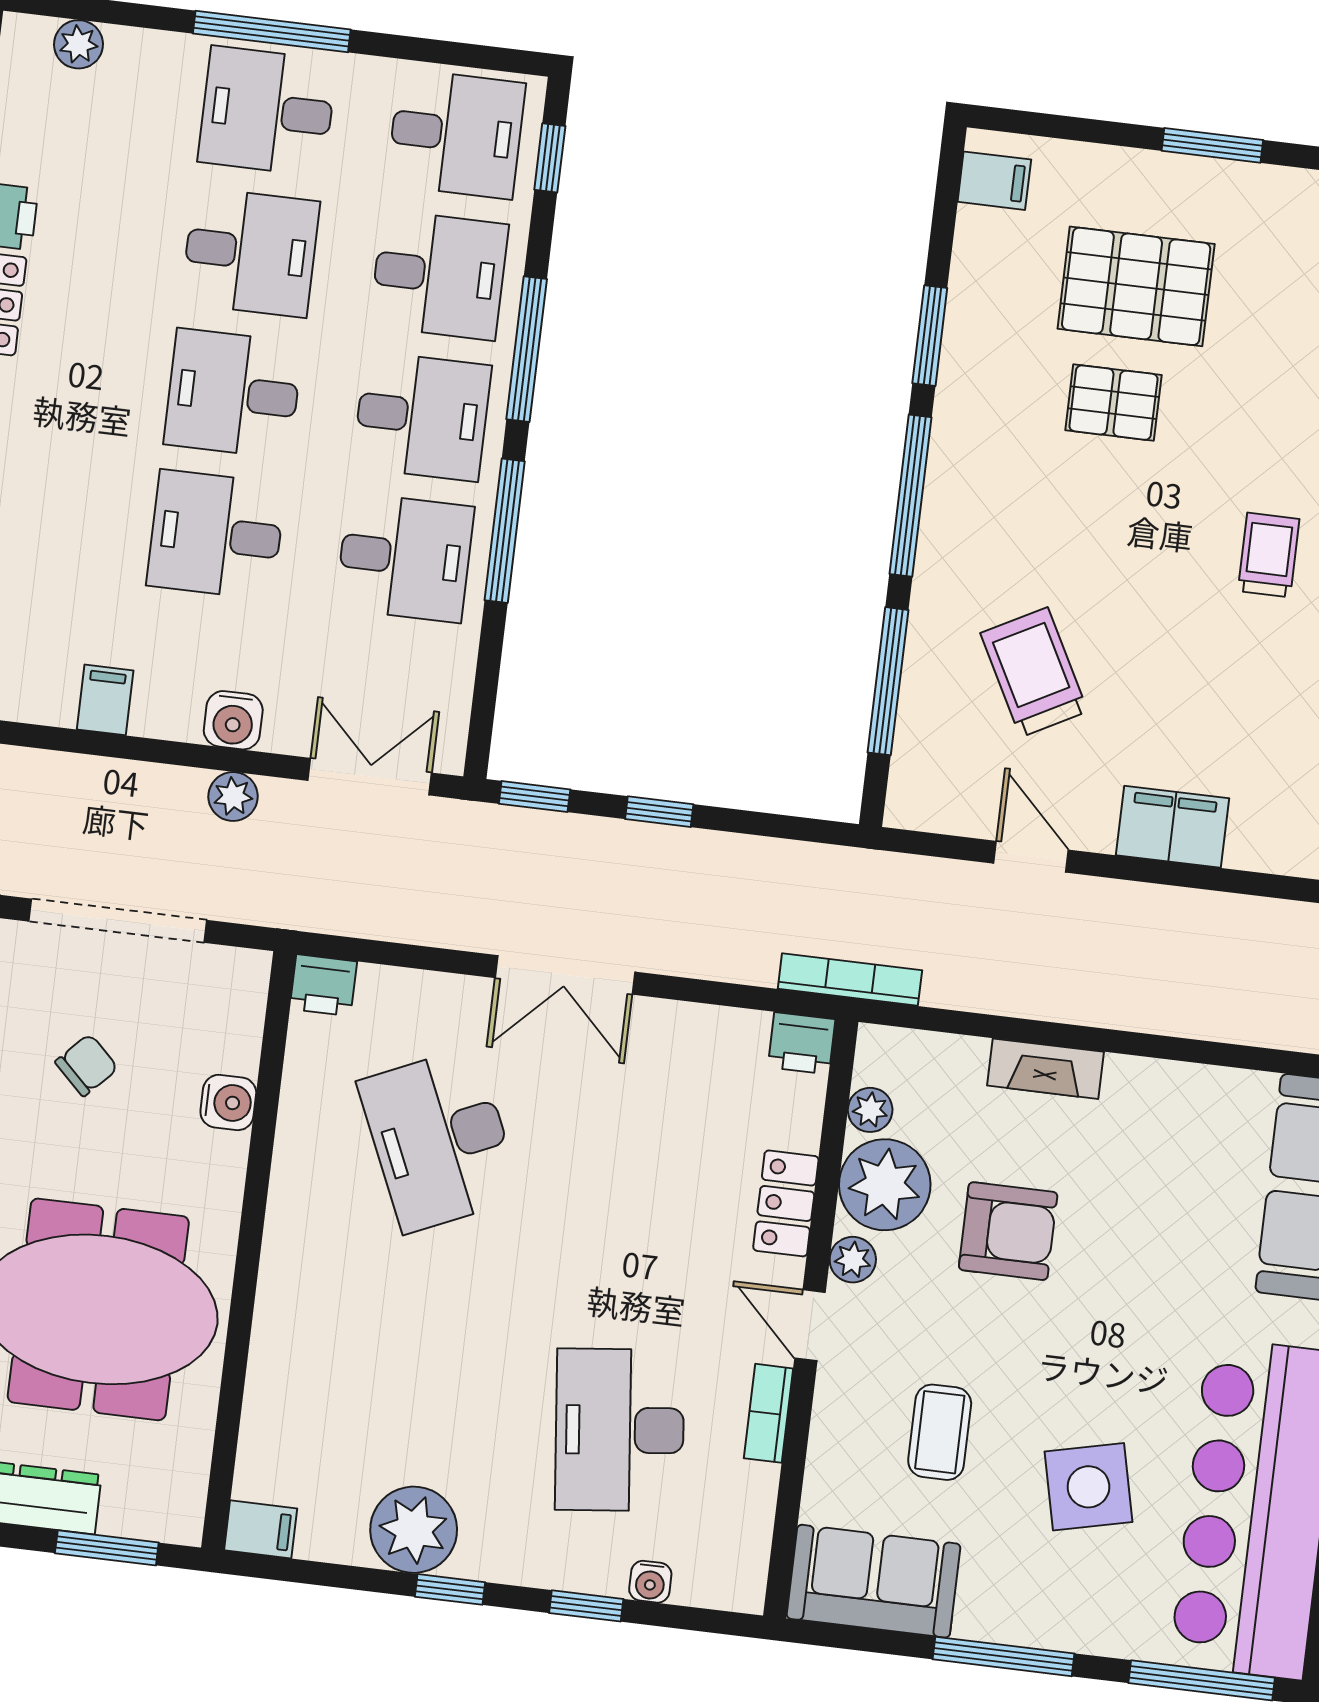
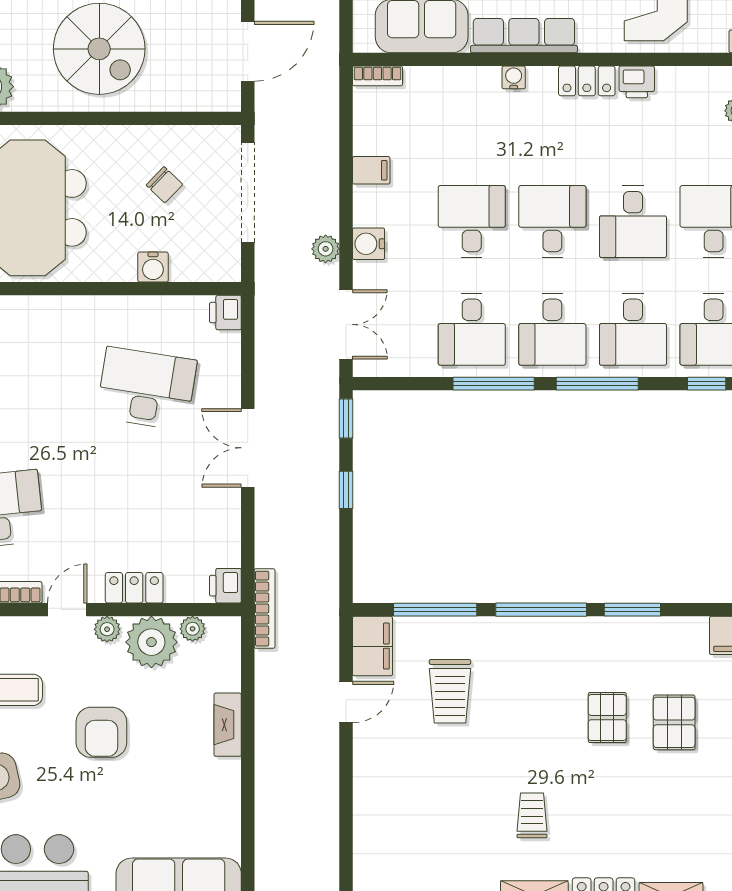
pallet: (1136, 286) -> (674, 722), width x0.67, depth x0.71
trolley: (1269, 555) -> (532, 815), turned -90
trolley: (1034, 672) -> (450, 691), turned 118
filing cabinet: (1172, 827) -> (372, 646), moved
desk: (440, 1140) -> (146, 389), turned 33
armchair: (1008, 1231) -> (101, 732), moved

